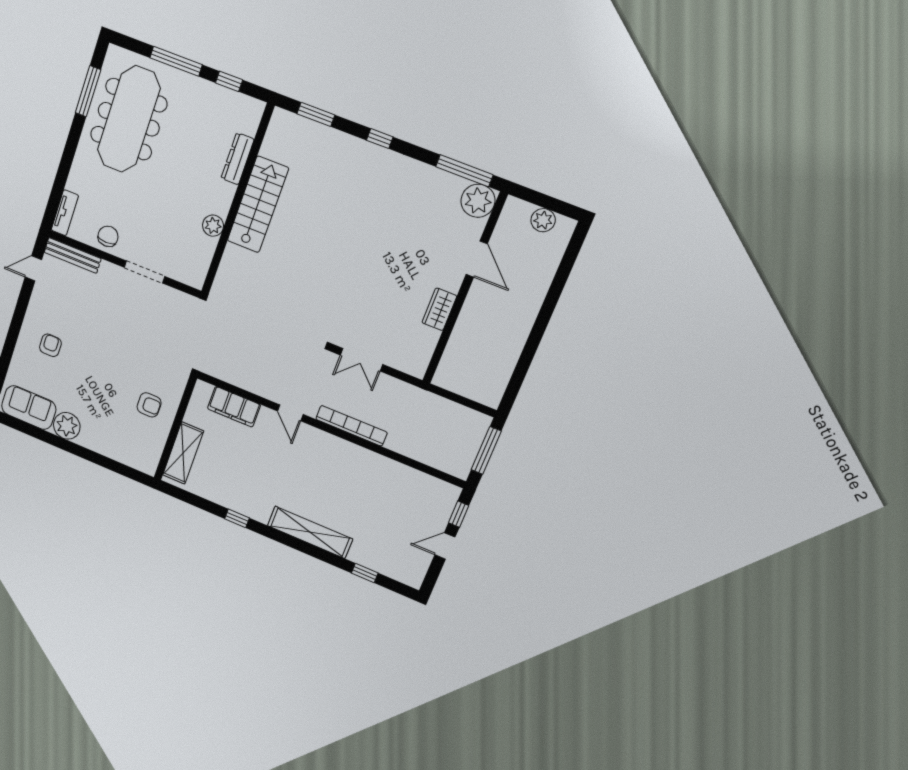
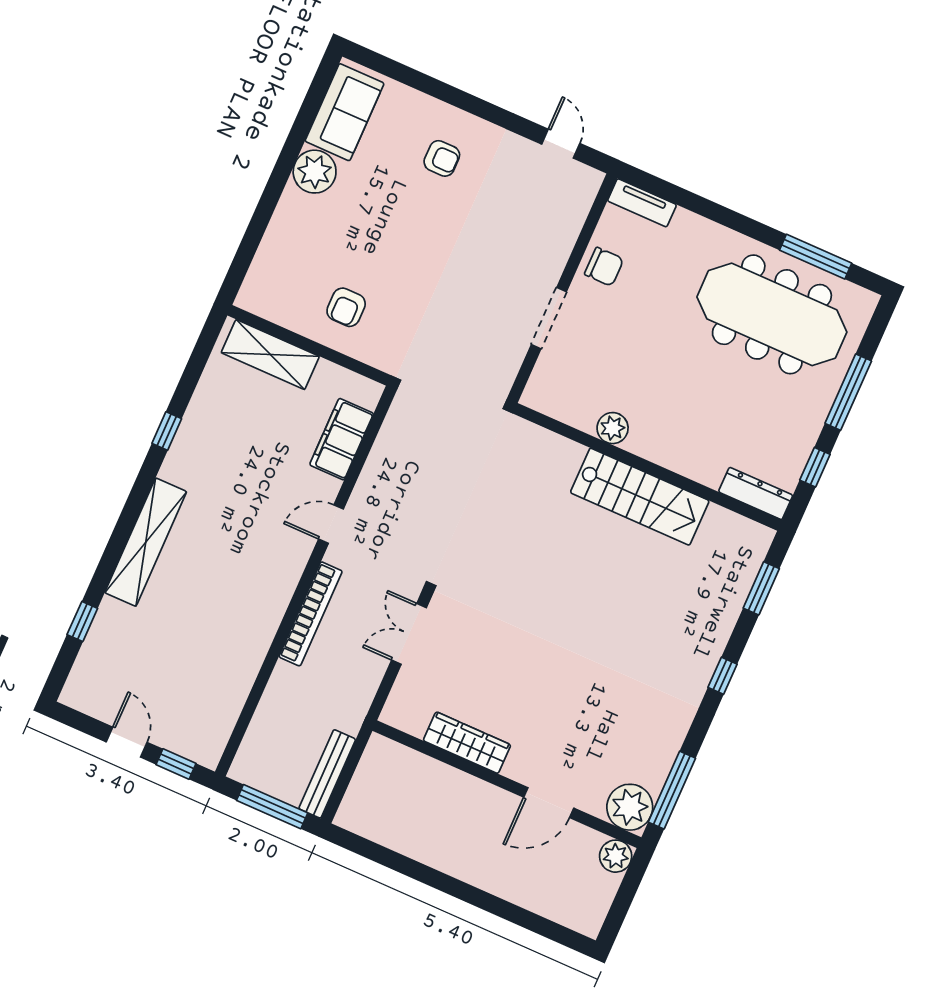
dresser: (238, 159) -> (756, 493), moved
plant: (543, 220) -> (616, 856), moved
bench: (73, 255) -> (327, 774), moved
wardrobe: (439, 309) -> (467, 743), width x1.50

